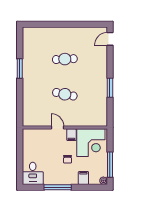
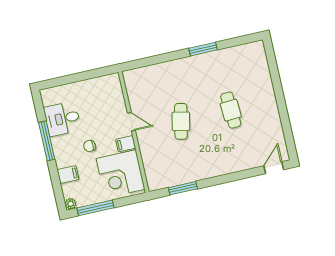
door: (110, 39) -> (274, 168), hinge flipped
window: (110, 88) -> (183, 188), moved
door: (58, 128) -> (131, 122), hinge flipped
desk: (33, 173) -> (62, 119), moved

